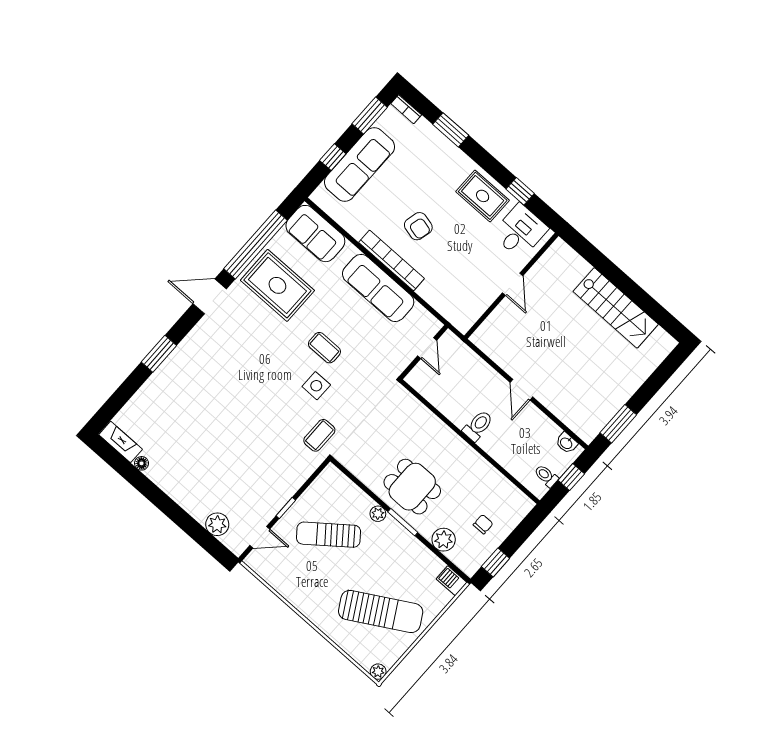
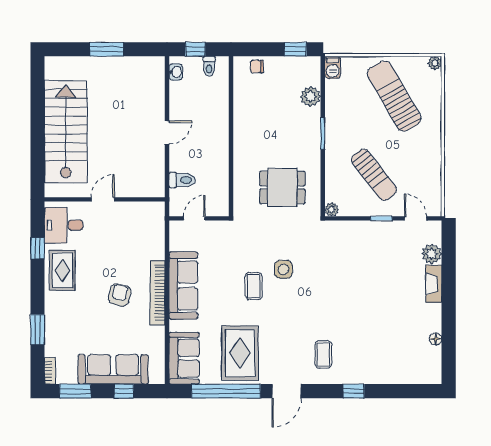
door: (210, 296) -> (287, 391), hinge flipped
stairs: (616, 308) -> (66, 132), width x1.36, depth x1.51
window: (159, 354) -> (354, 391), width x0.67
window: (618, 424) -> (107, 49), moved
toilet: (478, 426) -> (182, 180), moved, turned 180
coffee table: (319, 435) -> (323, 354), moved, turned 90
fireplace: (121, 442) -> (434, 284), moved
dining table: (412, 487) -> (282, 187), moved, turned 90
plant: (378, 514) -> (332, 210), moved
chair: (483, 524) -> (257, 67), moved

